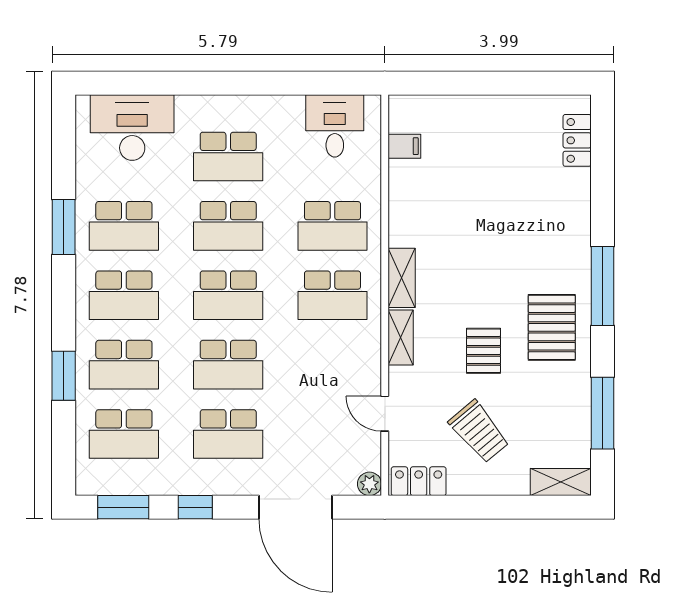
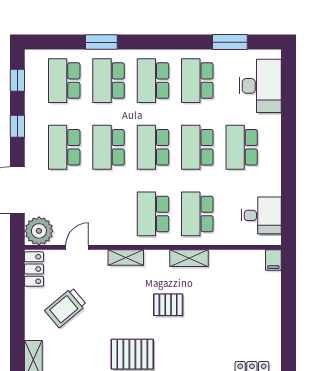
filing cabinet: (404, 146) -> (273, 260), moved
window: (64, 227) -> (230, 42), moved
shelving: (402, 278) -> (189, 258), moved
pallet: (483, 351) -> (168, 305), moved
plant: (369, 484) -> (39, 231), width x1.88, depth x1.88
window: (123, 507) -> (17, 80), width x0.67

